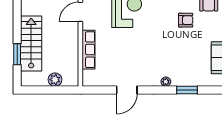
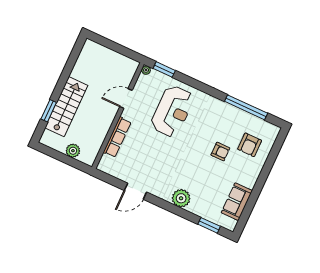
plant: (166, 82) -> (181, 198), width x1.88, depth x1.88
window: (187, 90) -> (209, 225), moved

